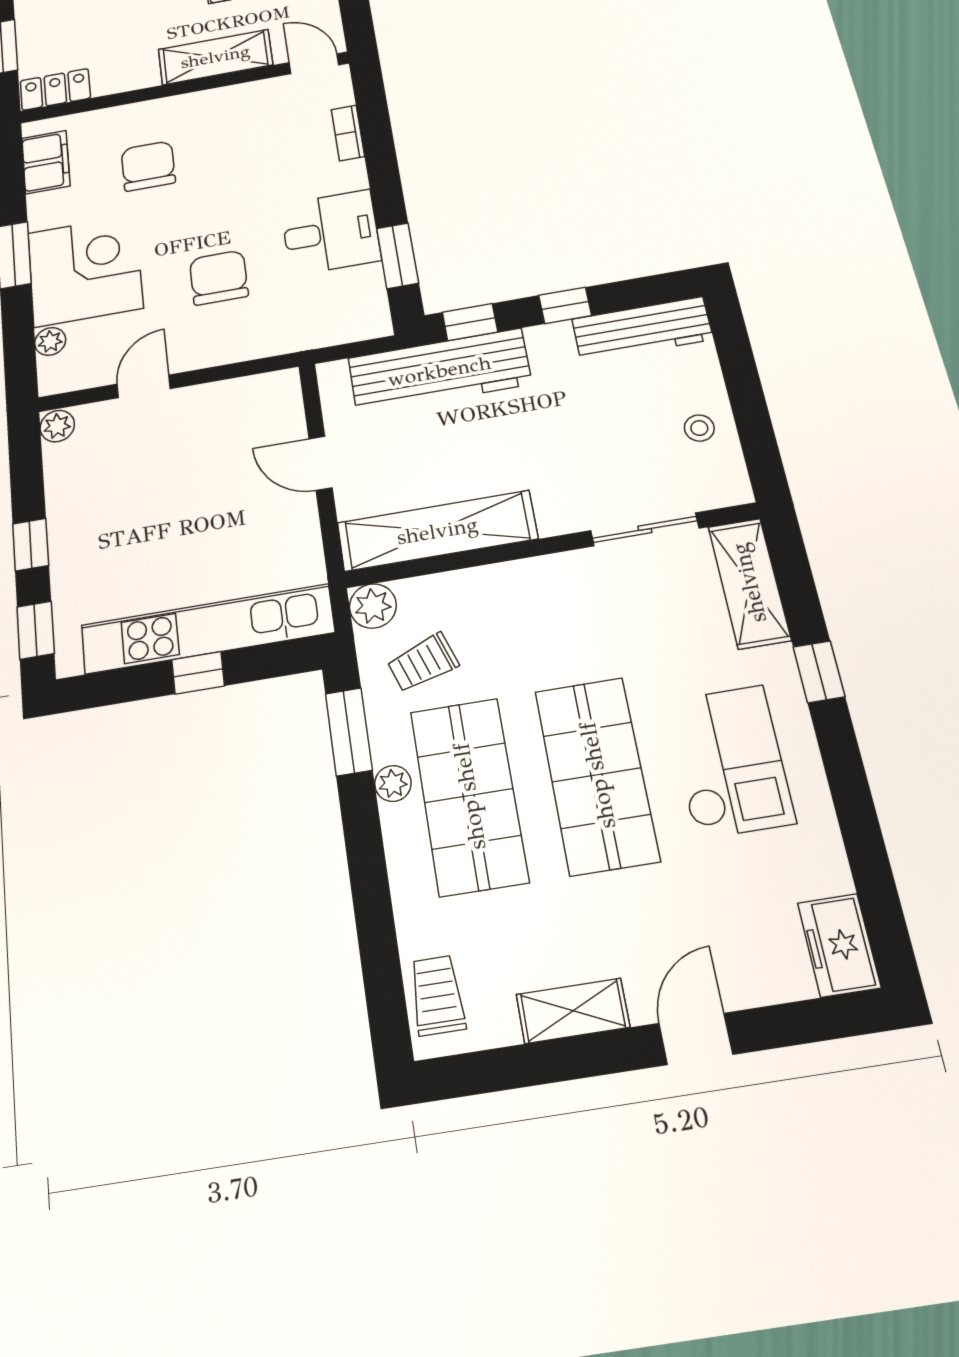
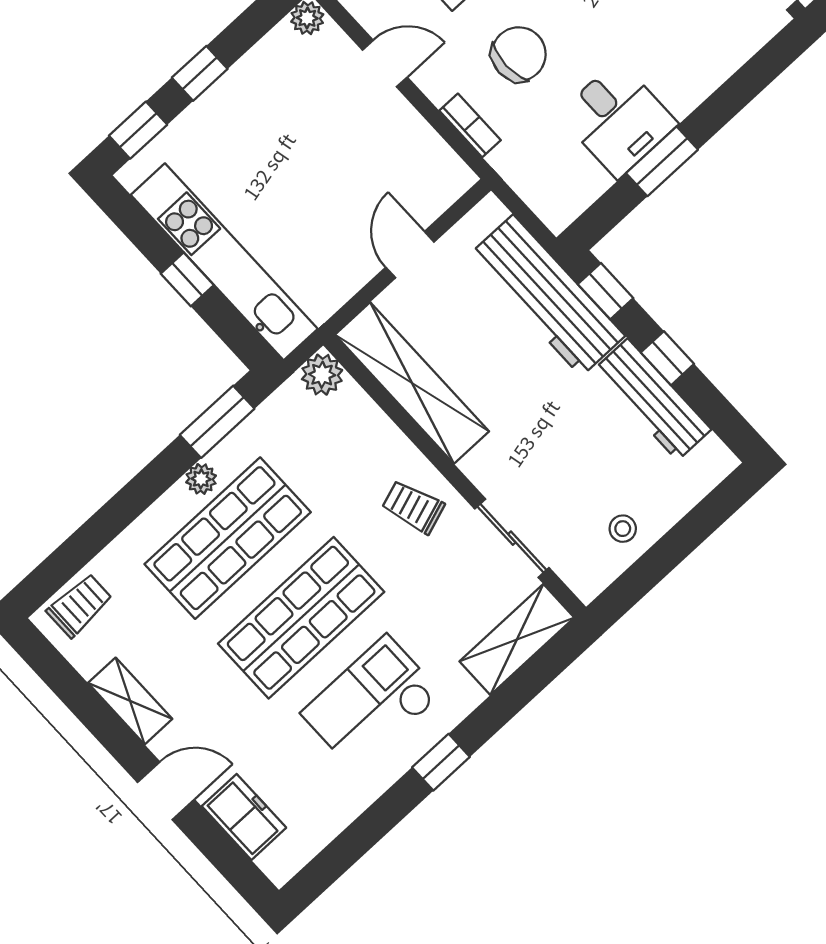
bookcase: (348, 133) -> (470, 125), moved, turned 90
window: (398, 256) -> (662, 161), moved
workbench: (642, 329) -> (653, 400), moved
trolley: (423, 663) -> (413, 507), moved
window: (819, 672) -> (441, 762), moved
checkout: (730, 761) -> (371, 704), turned 180
freezer: (839, 945) -> (244, 817), moved, turned 90

